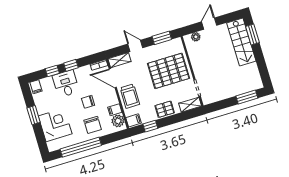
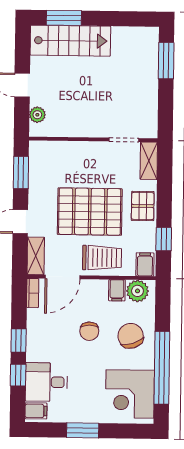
pallet: (168, 71) -> (90, 212), moved, turned 90
desk: (66, 84) -> (46, 382), moved
corner desk: (55, 125) -> (130, 394), moved, turned -90
chair: (93, 125) -> (131, 336), turned -108

